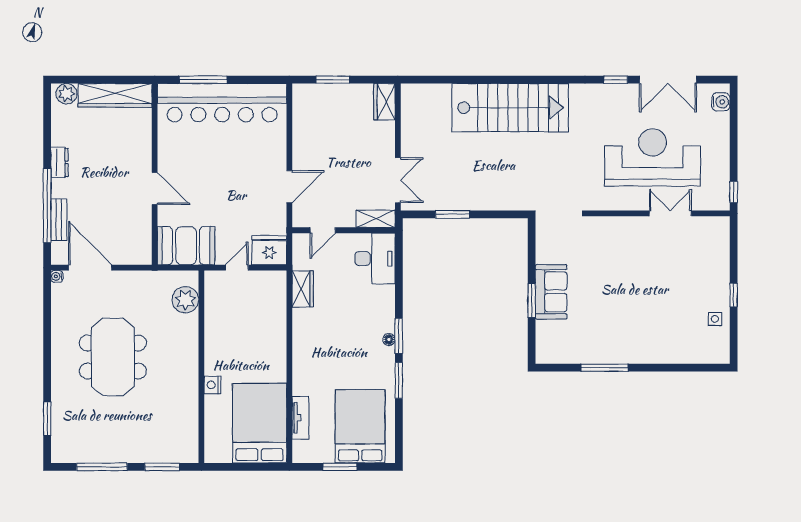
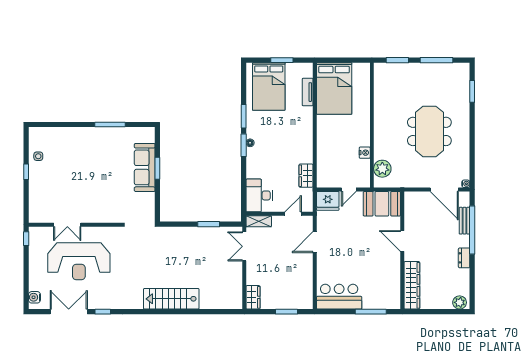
wardrobe: (115, 95) -> (412, 285), moved, turned 90
bar counter: (222, 103) -> (339, 297), width x0.54
stairs: (510, 108) -> (171, 299), width x0.73, depth x0.66
sofa: (551, 292) -> (145, 167), width x1.36
nightstand: (212, 385) -> (365, 153), moved

